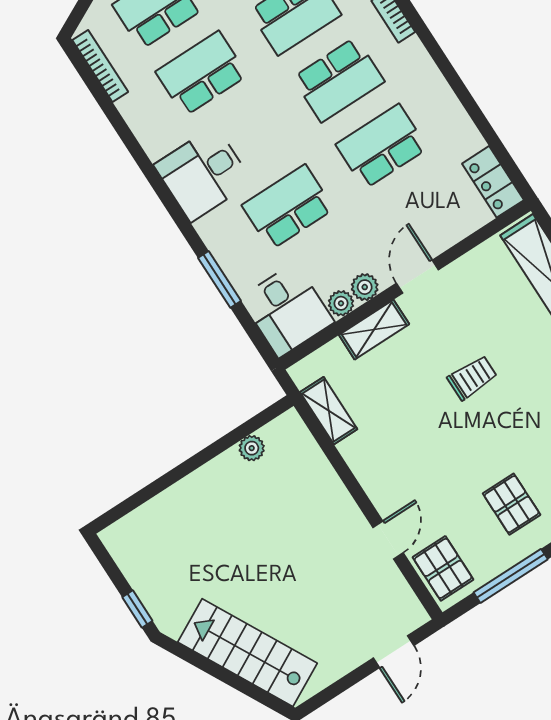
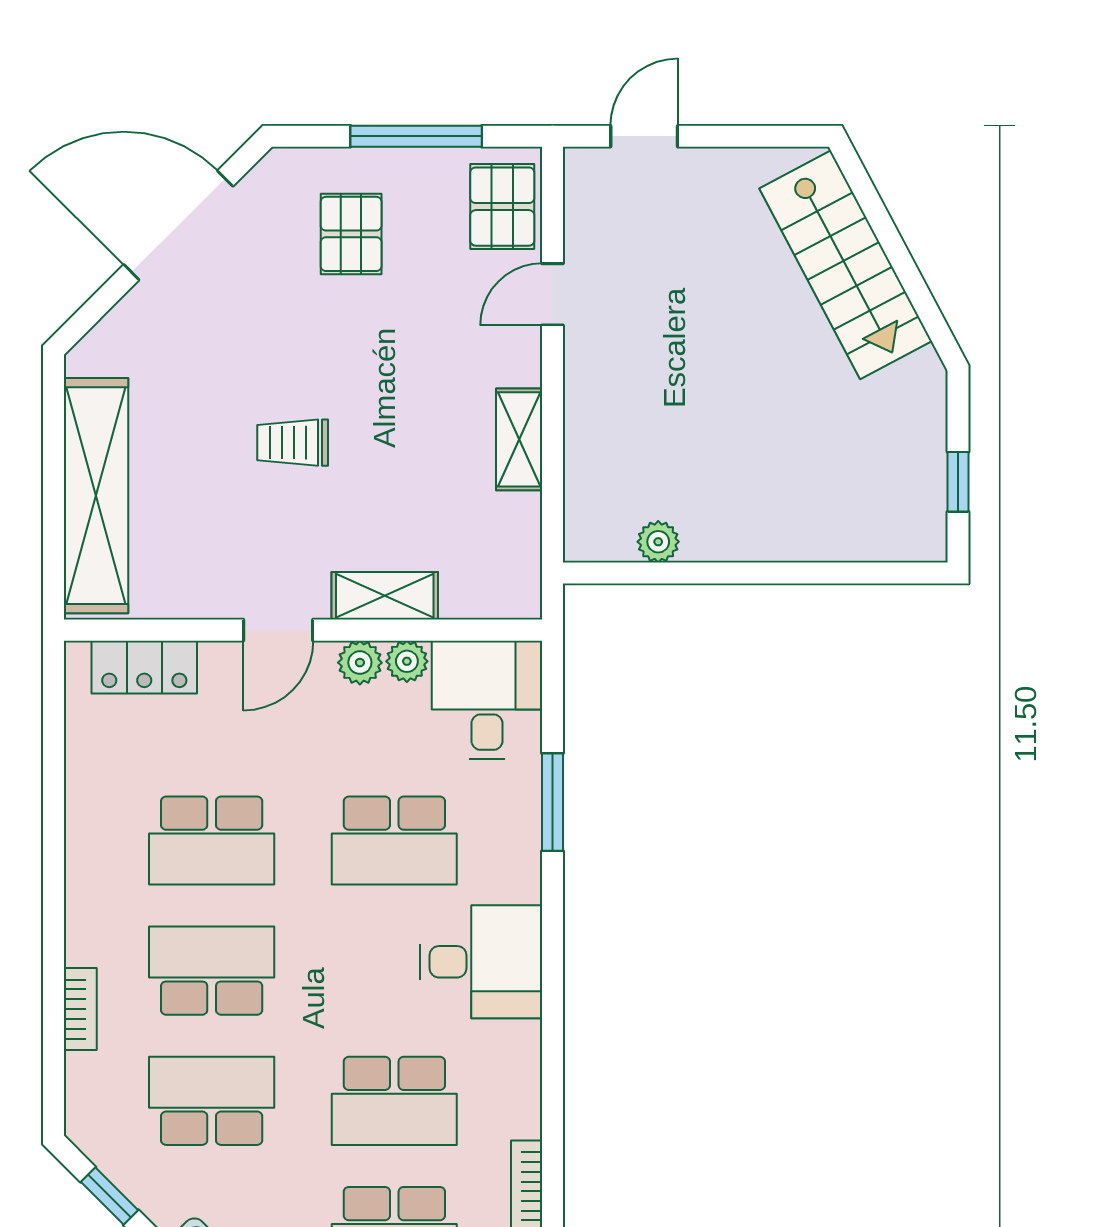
locker: (493, 182) -> (144, 667), moved, turned 90
shelving: (329, 411) -> (519, 439), moved
window: (137, 609) -> (958, 482), moved

